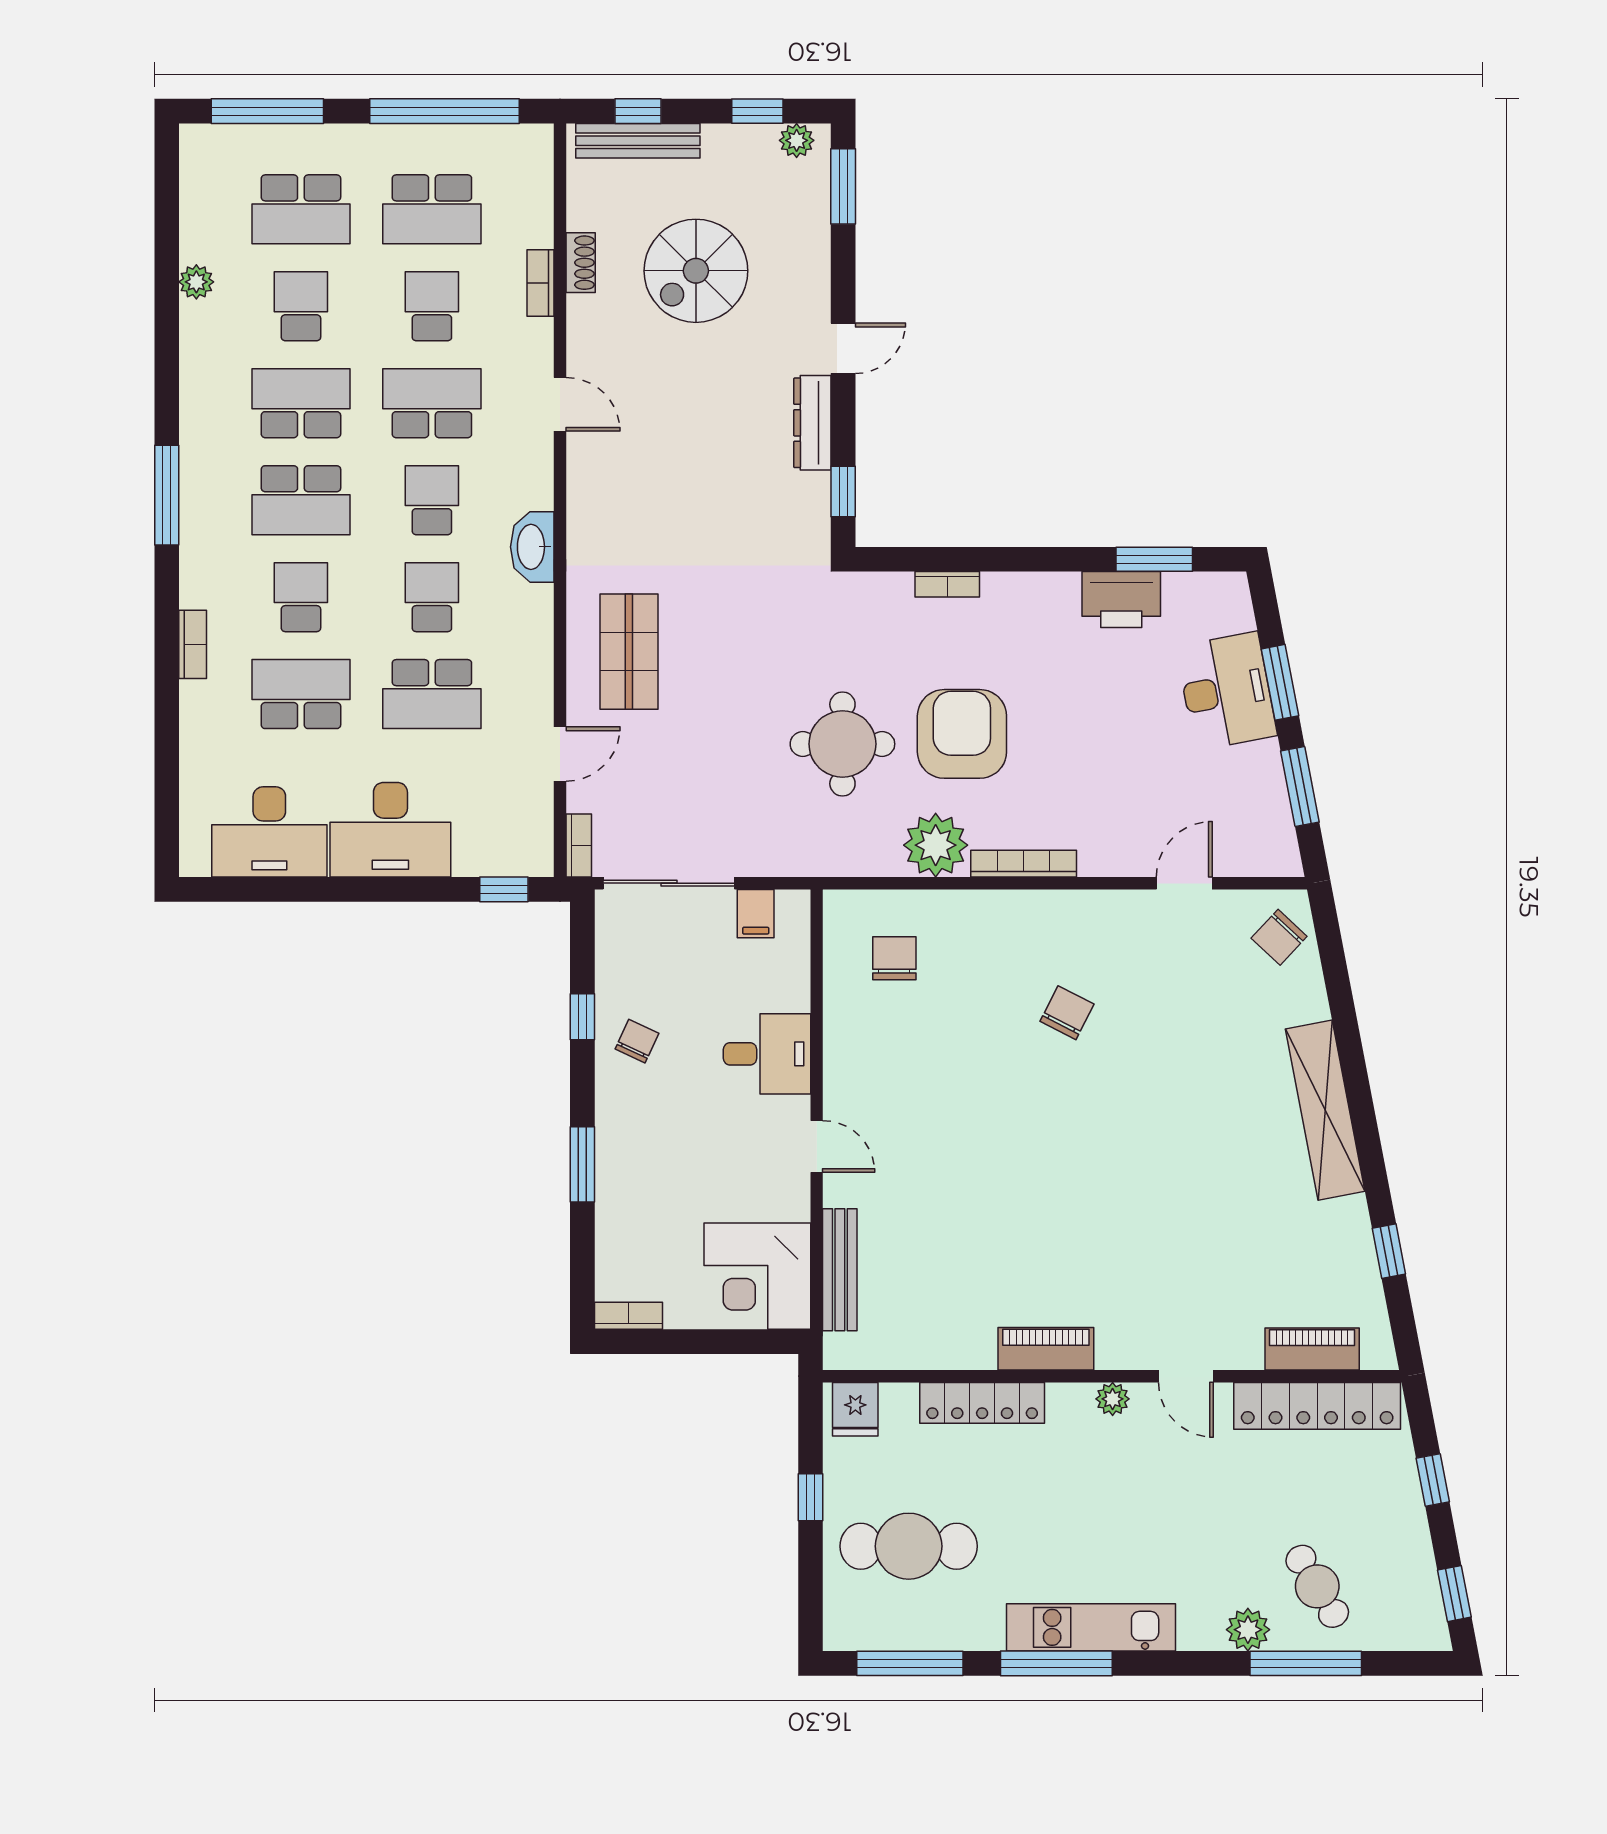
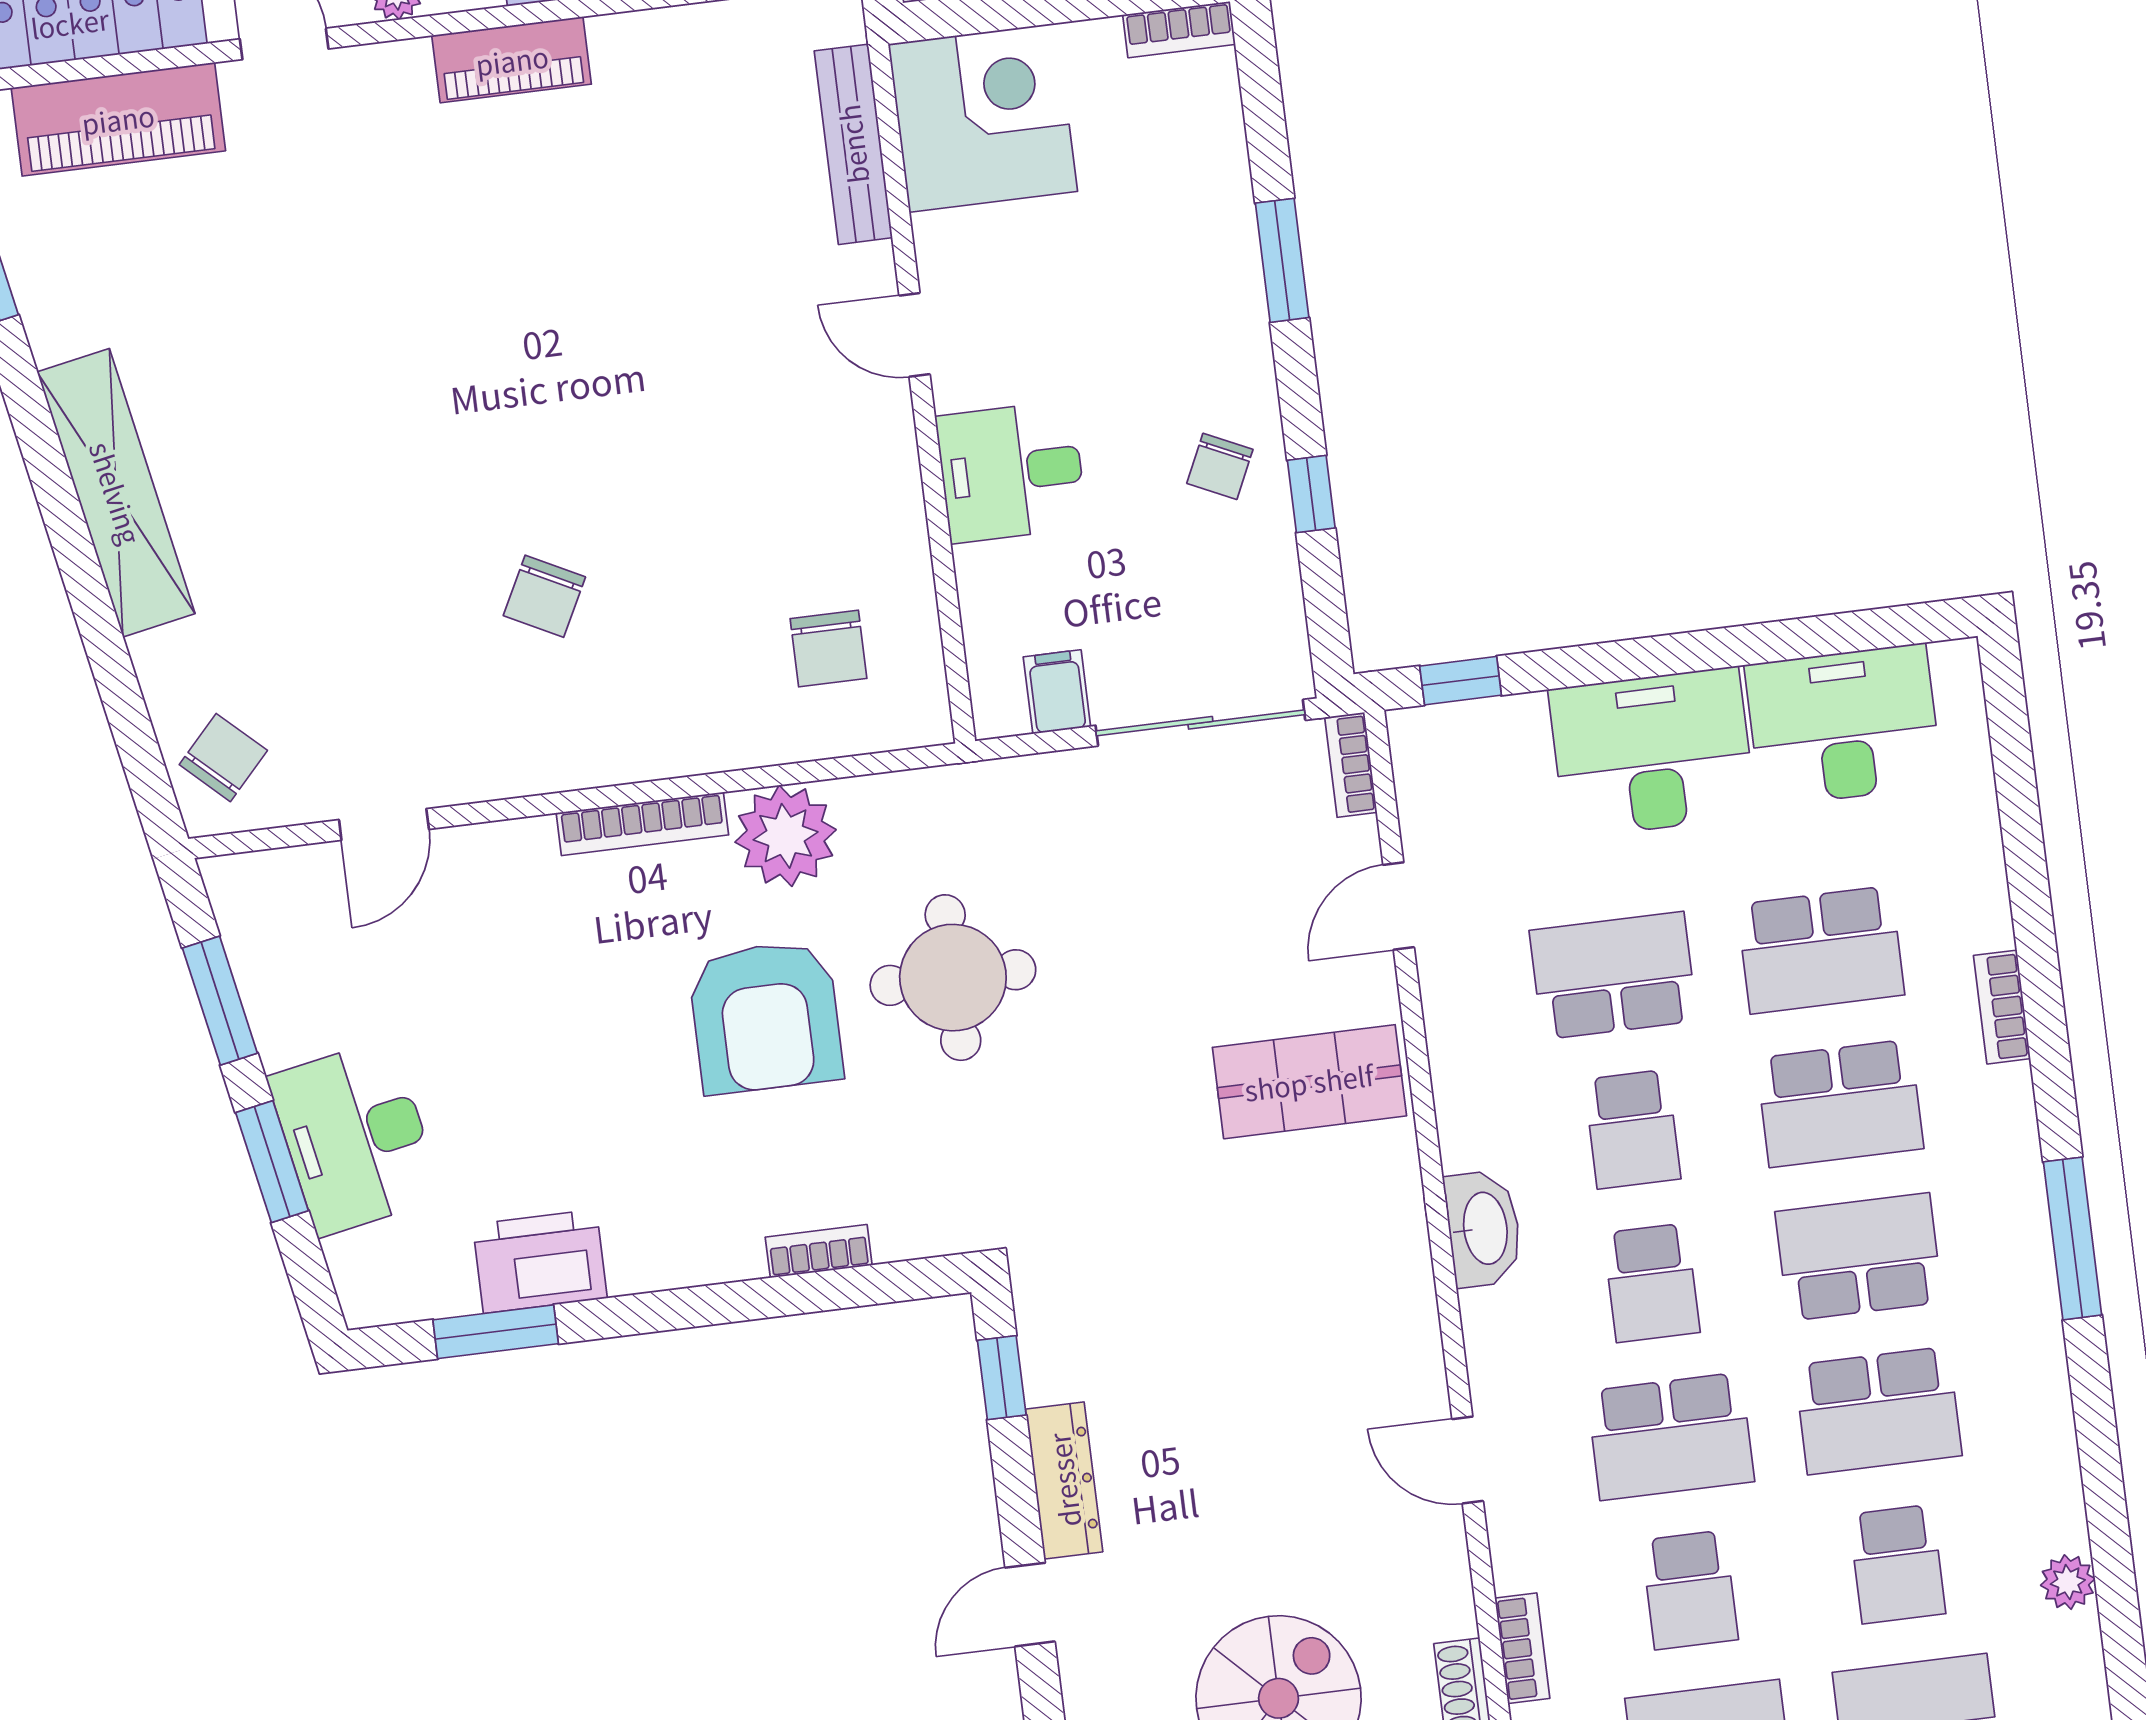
school desk: (301, 597) -> (1840, 1103), width x1.85
shop shelf: (629, 652) -> (1309, 1082), turned 90
piano: (1312, 1349) -> (118, 119), width x1.37, depth x1.33

